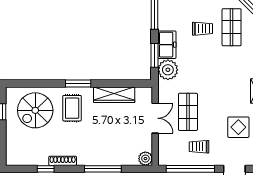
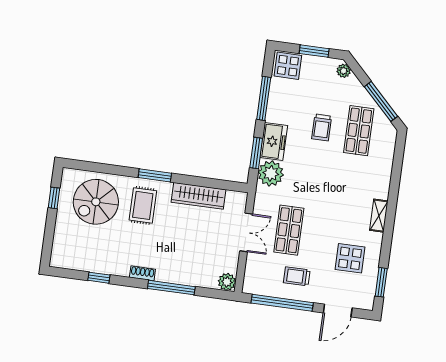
trolley: (202, 29) -> (322, 127), turned 90
shoe rack: (63, 161) -> (142, 273), moved, width x0.70

